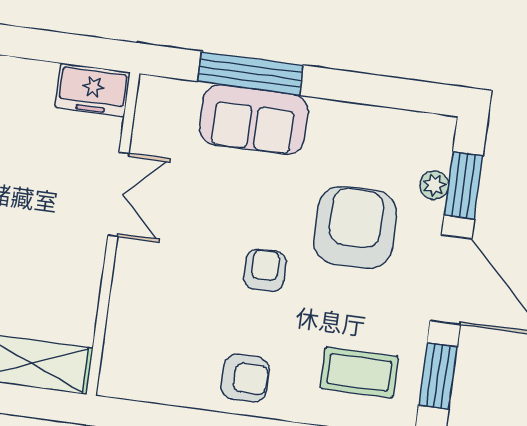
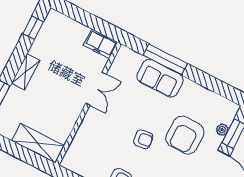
armchair: (355, 227) -> (185, 135), turned 180
armchair: (265, 270) -> (143, 139), turned 83

